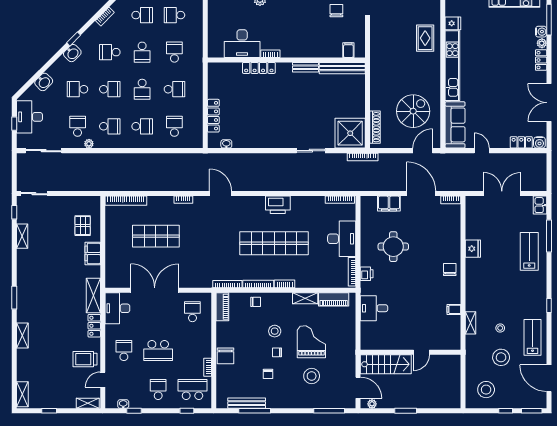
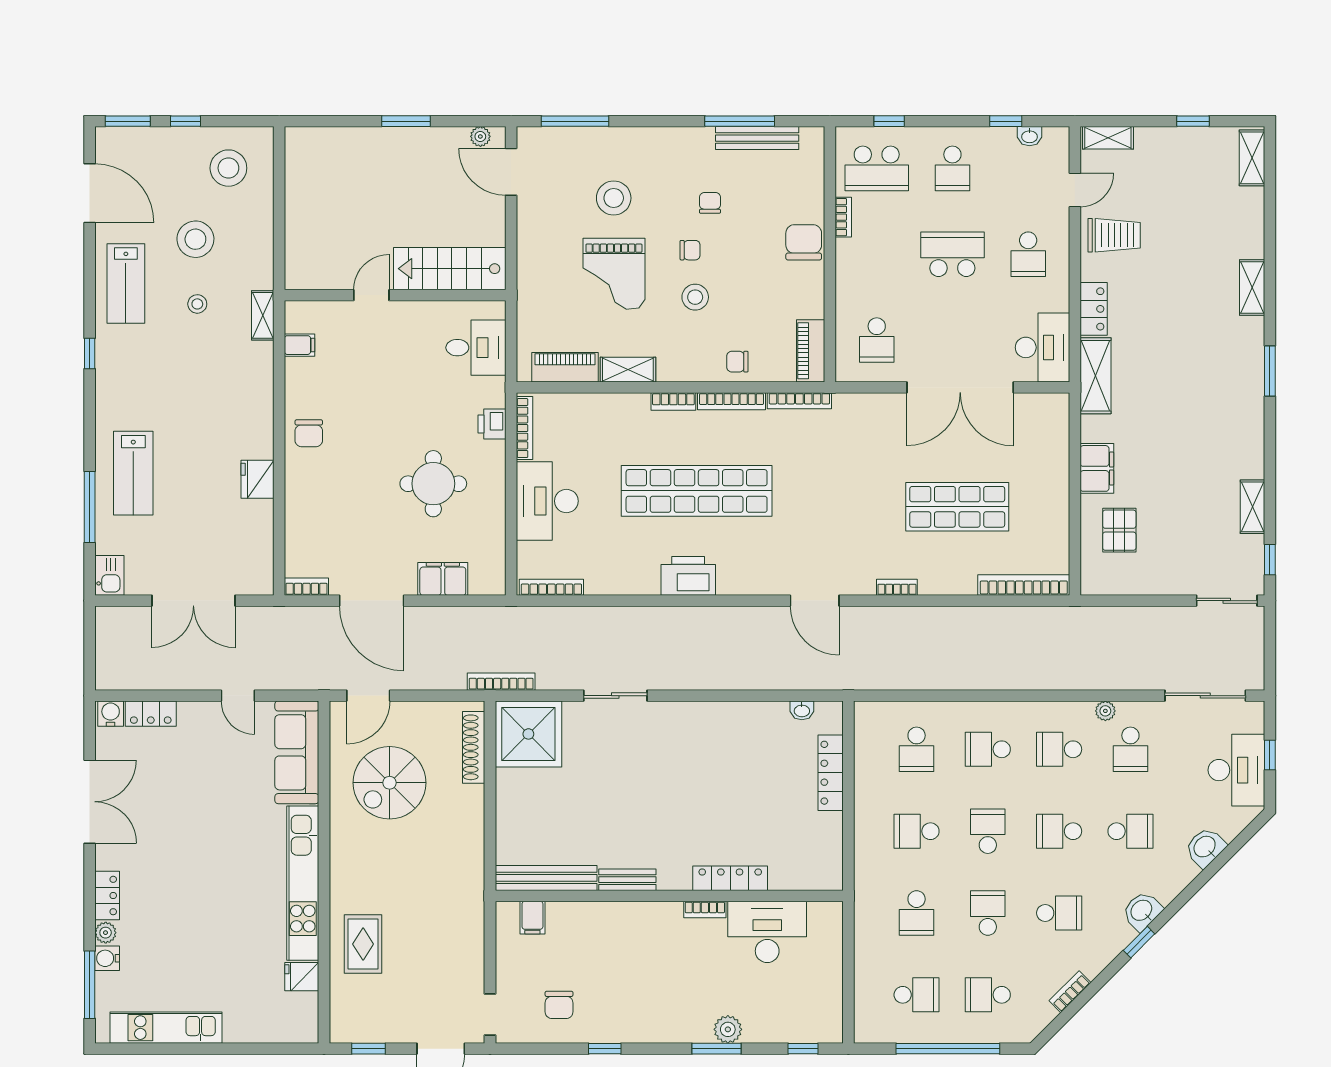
wall: (411, 352) -> (395, 295), moved
door: (421, 352) -> (371, 295), moved
stairs: (386, 364) -> (450, 269), moved

